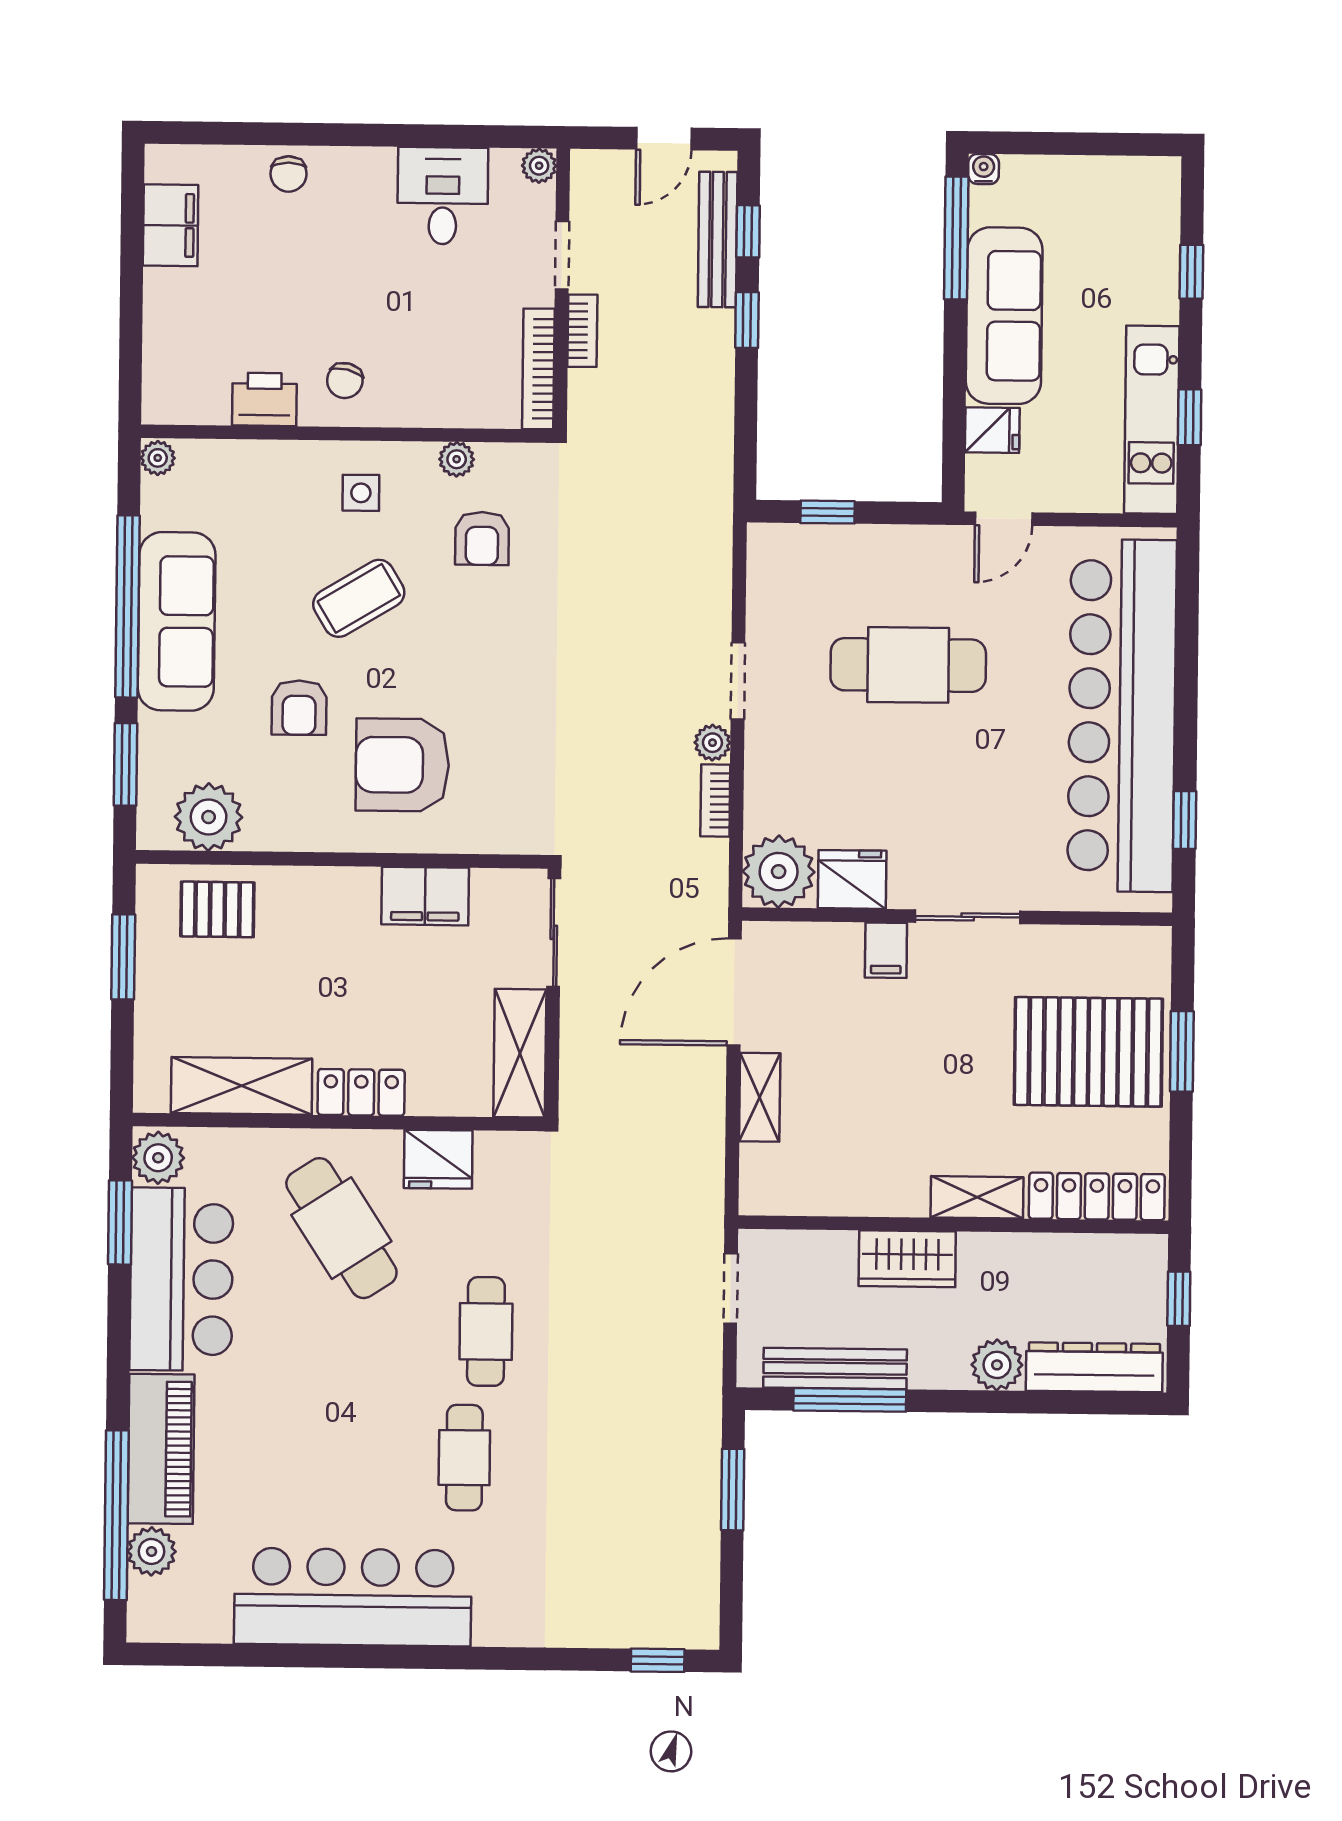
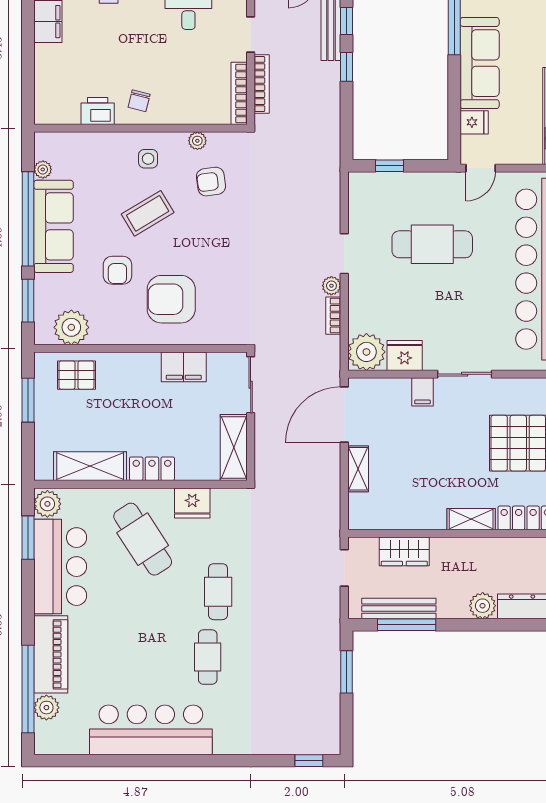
bookcase: (582, 331) -> (262, 84), width x1.56
plant: (158, 458) -> (43, 169), moved
armchair: (482, 538) -> (211, 182), turned 82
wardrobe: (907, 1259) -> (404, 551), moved

